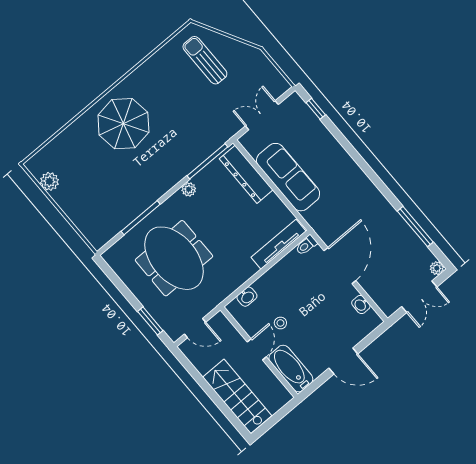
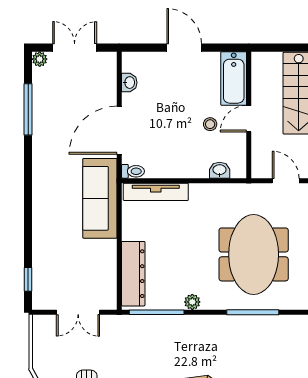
sofa: (288, 177) -> (100, 198), moved

